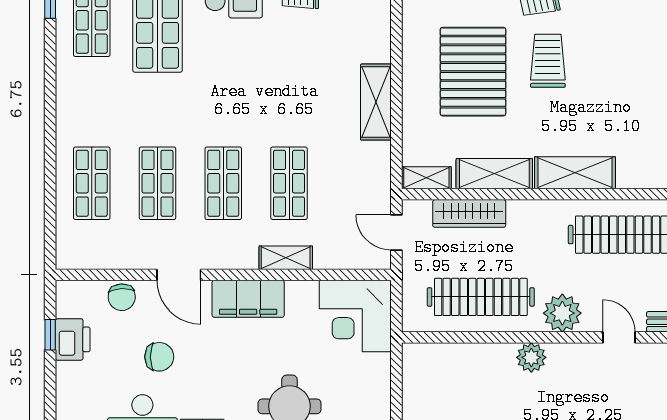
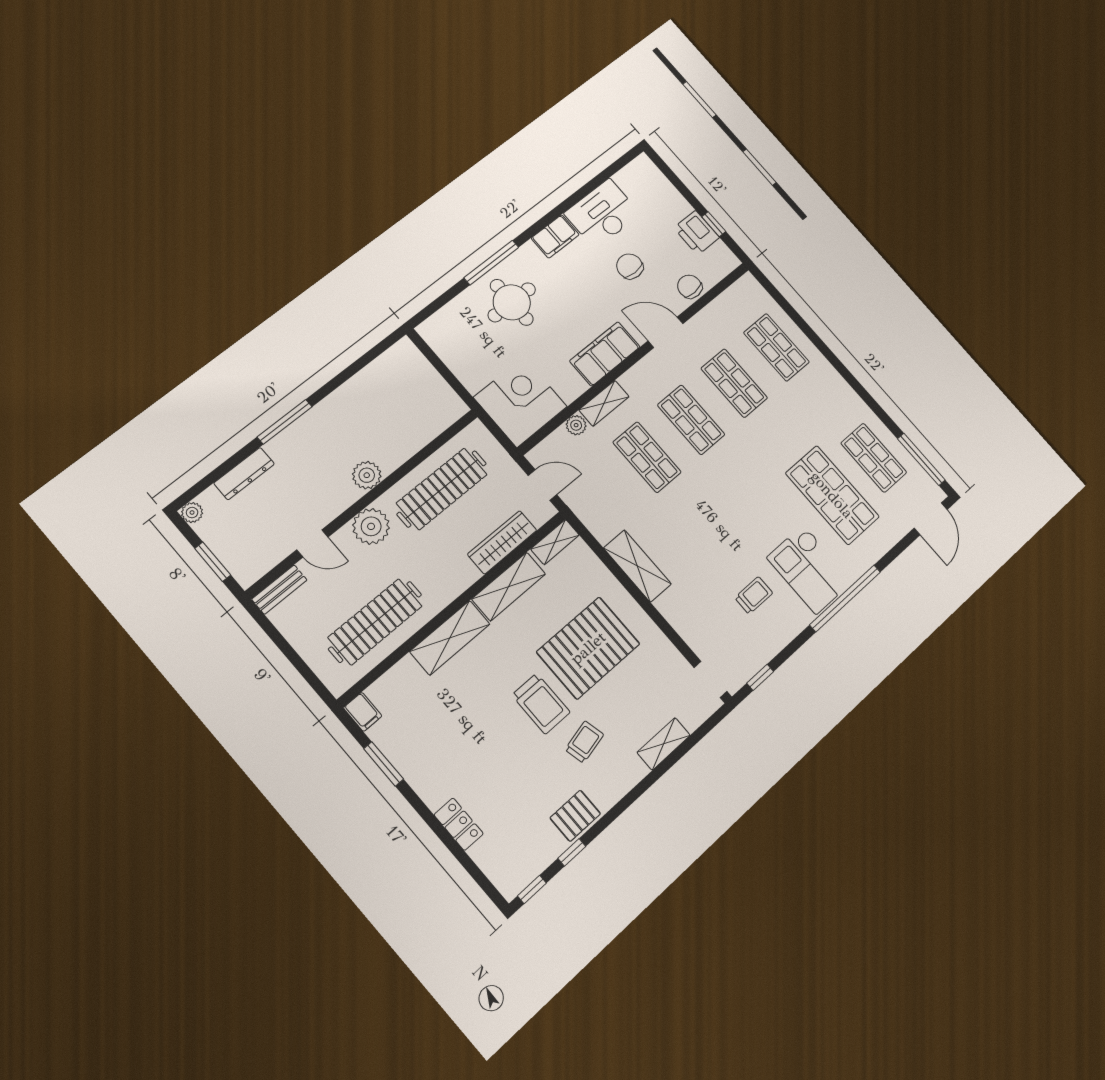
pallet: (473, 72) -> (588, 648), turned 90
plant: (325, 259) -> (576, 425), added
chair: (159, 357) -> (630, 266), turned 90

